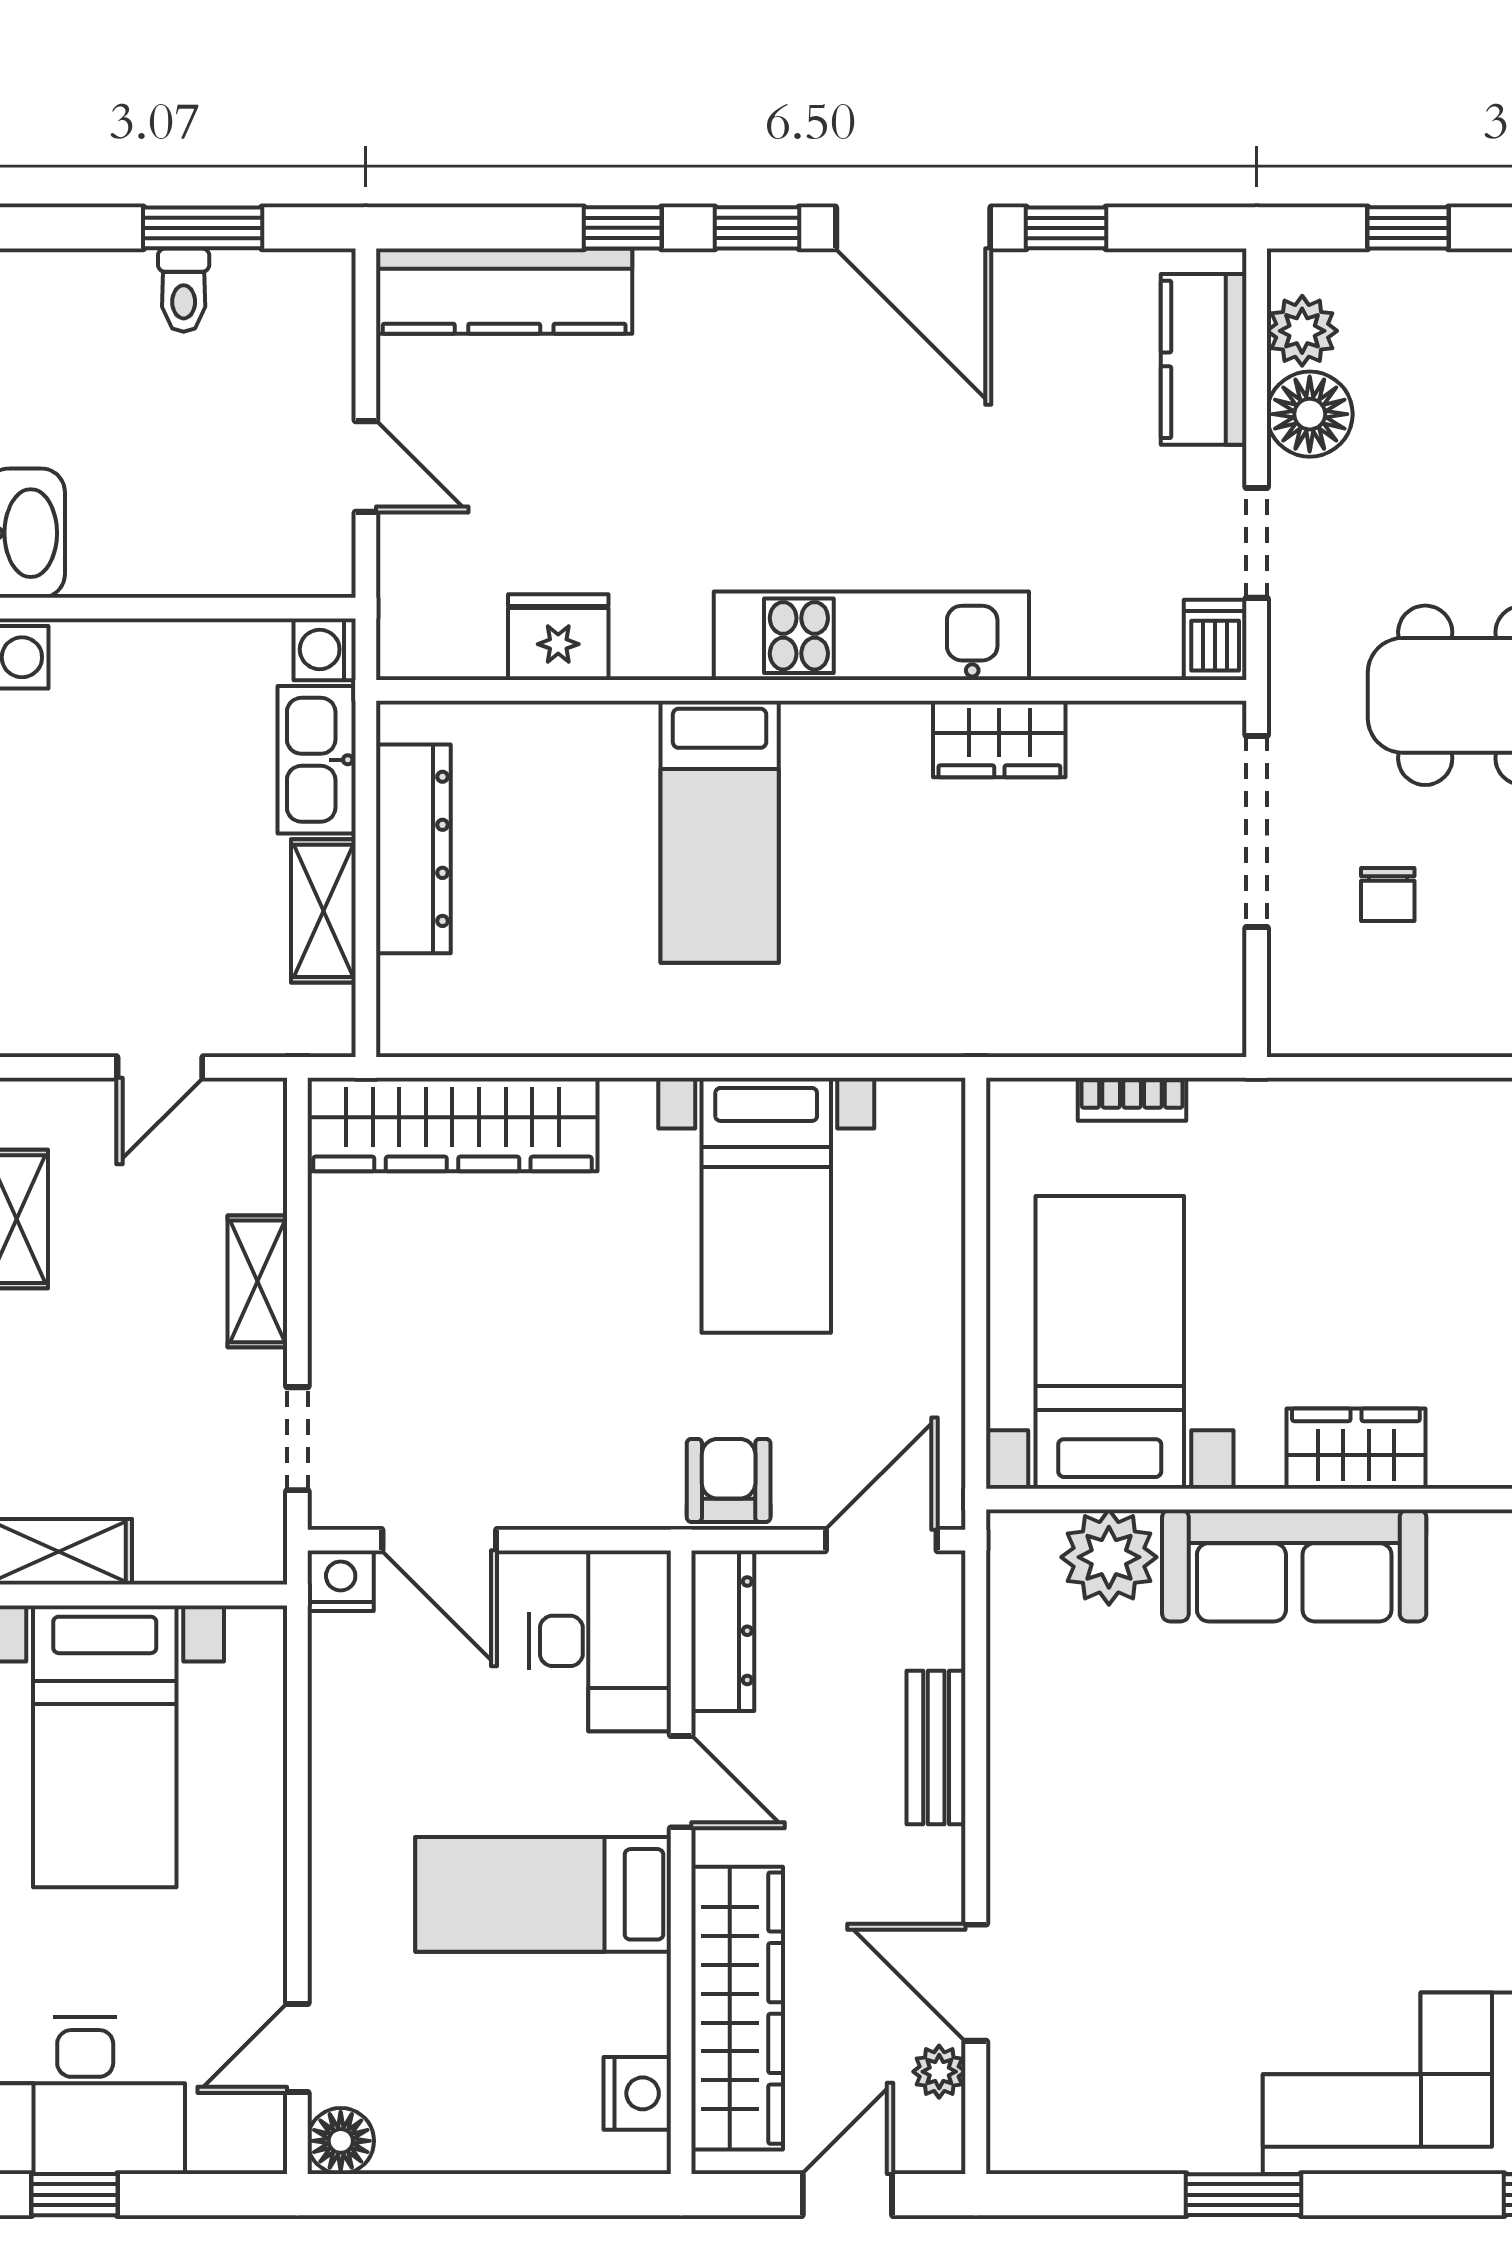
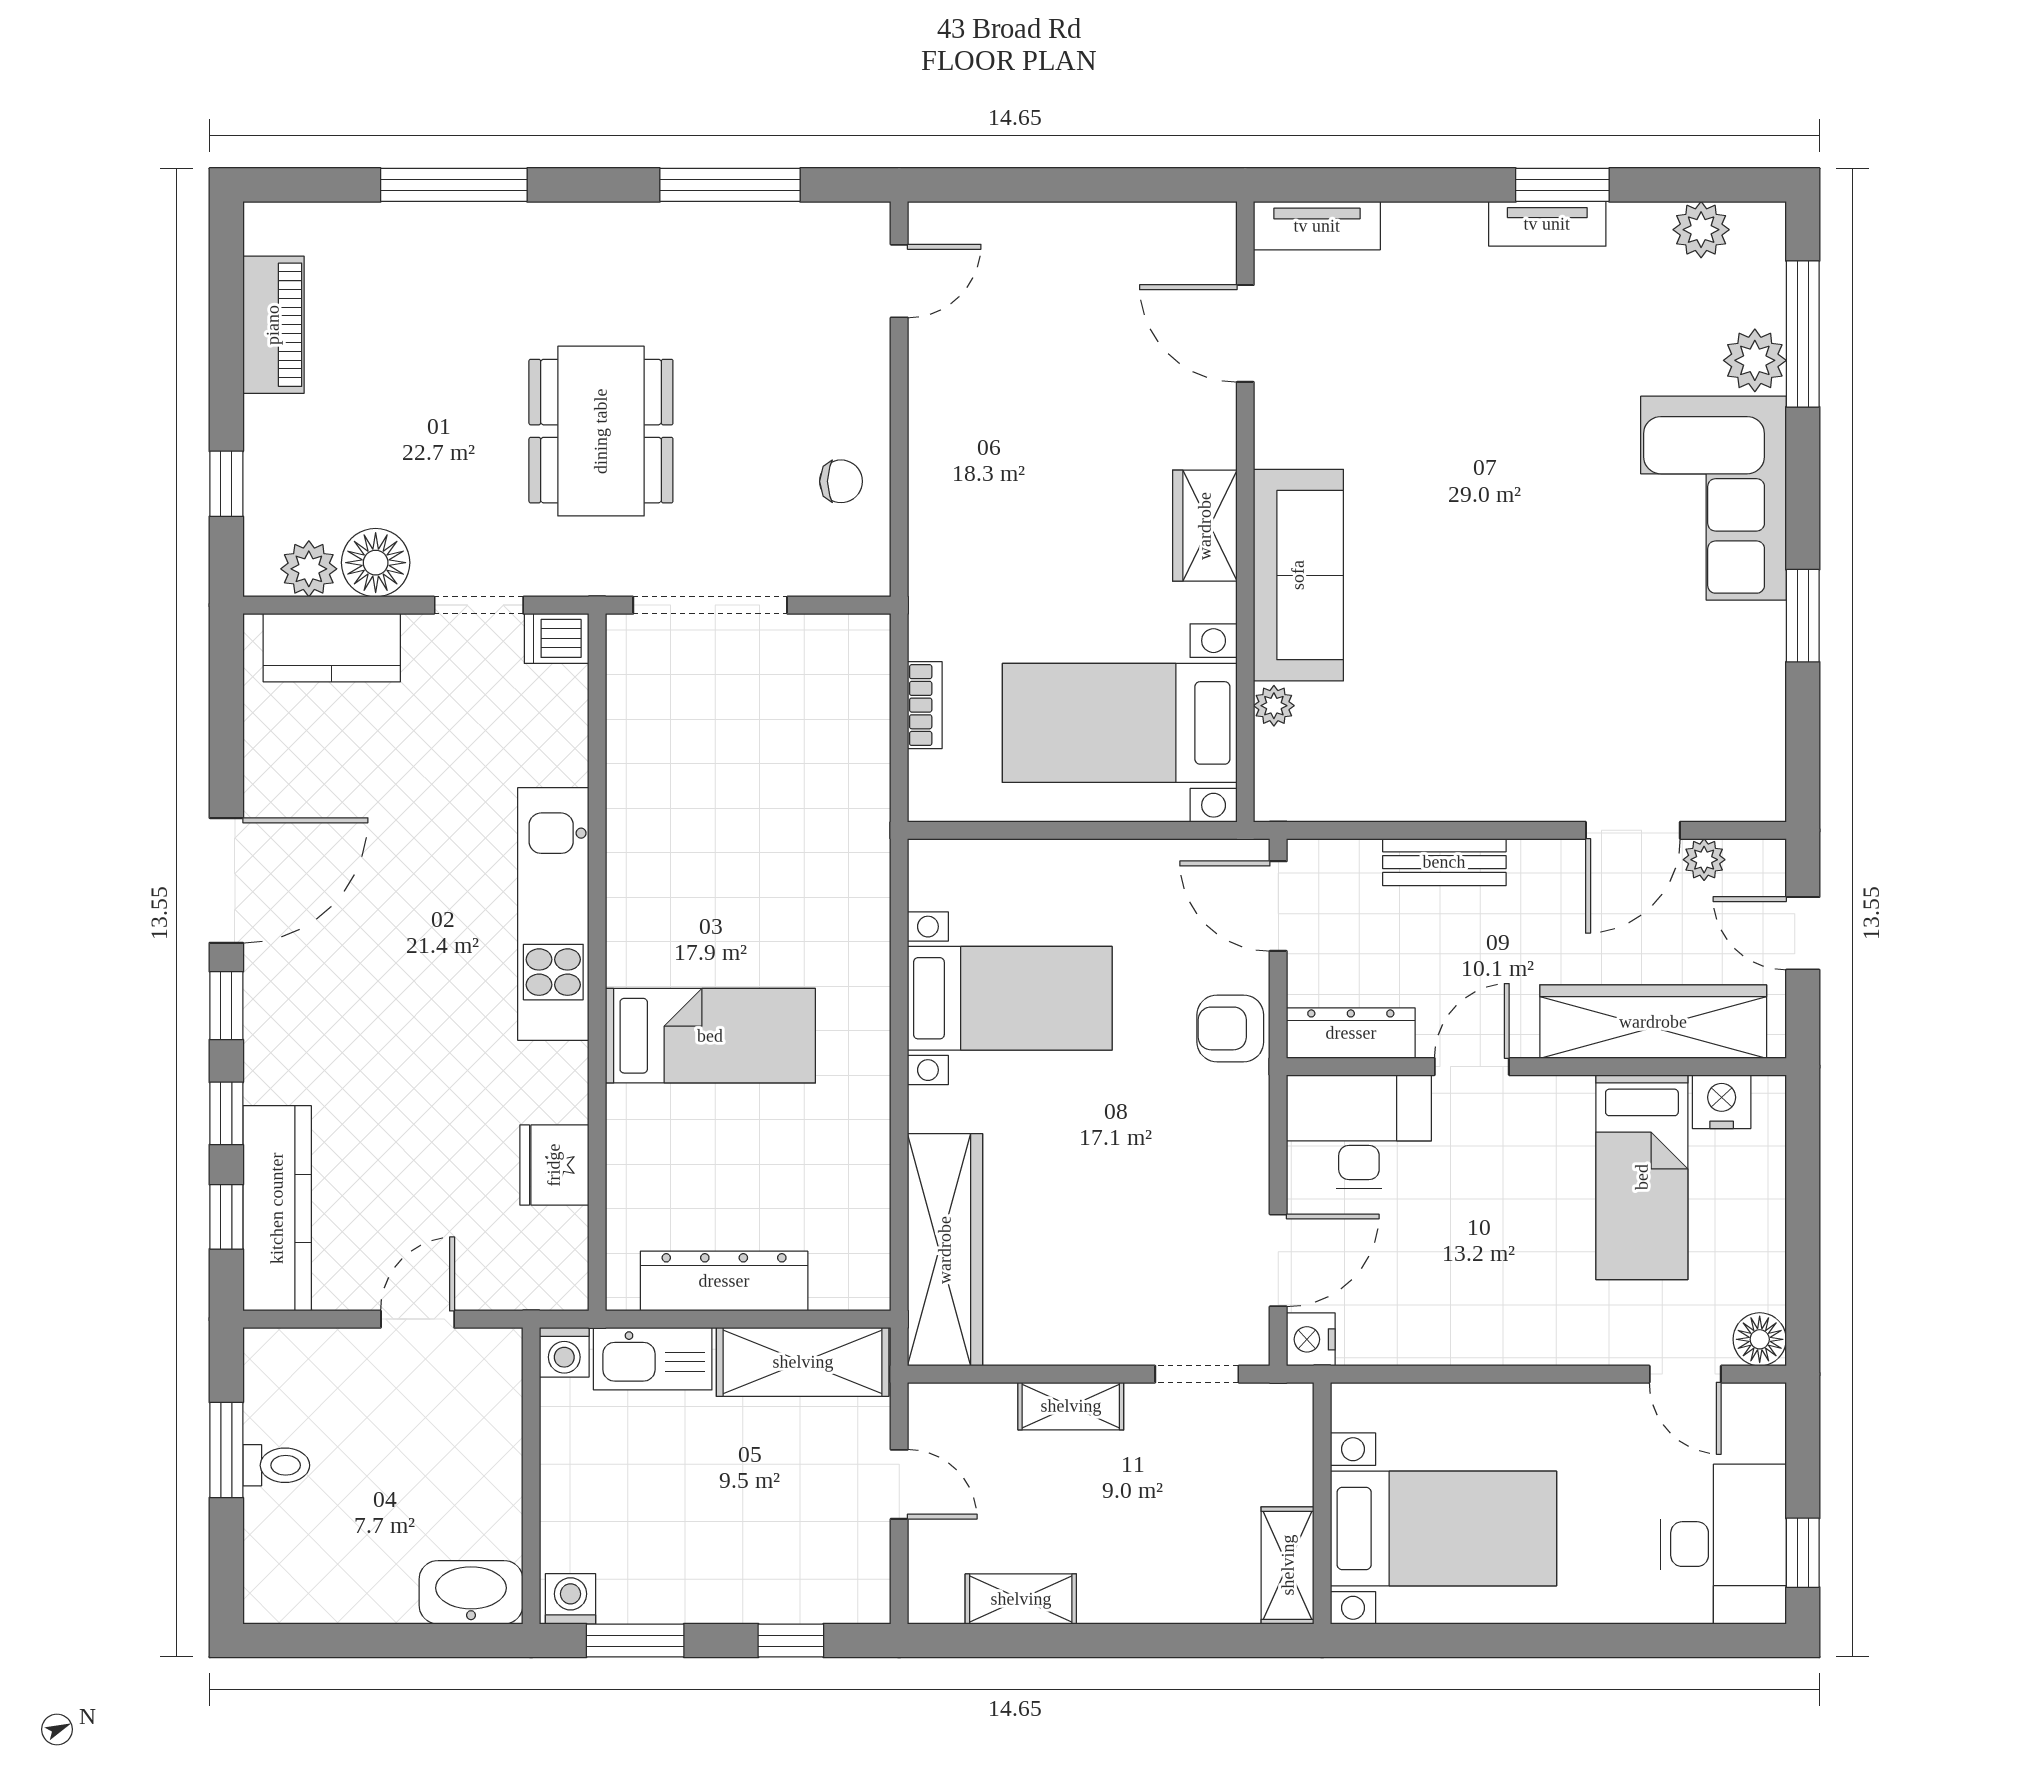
window: (1066, 228) -> (226, 1217), moved
wardrobe: (999, 739) -> (636, 811), removed
chair: (1388, 894) -> (841, 481), moved
shelving: (323, 911) -> (803, 1362), width x1.50, depth x1.33
plant: (1109, 1557) -> (1274, 706), width x0.53, depth x0.53
bed: (543, 1894) -> (1642, 1177), moved

